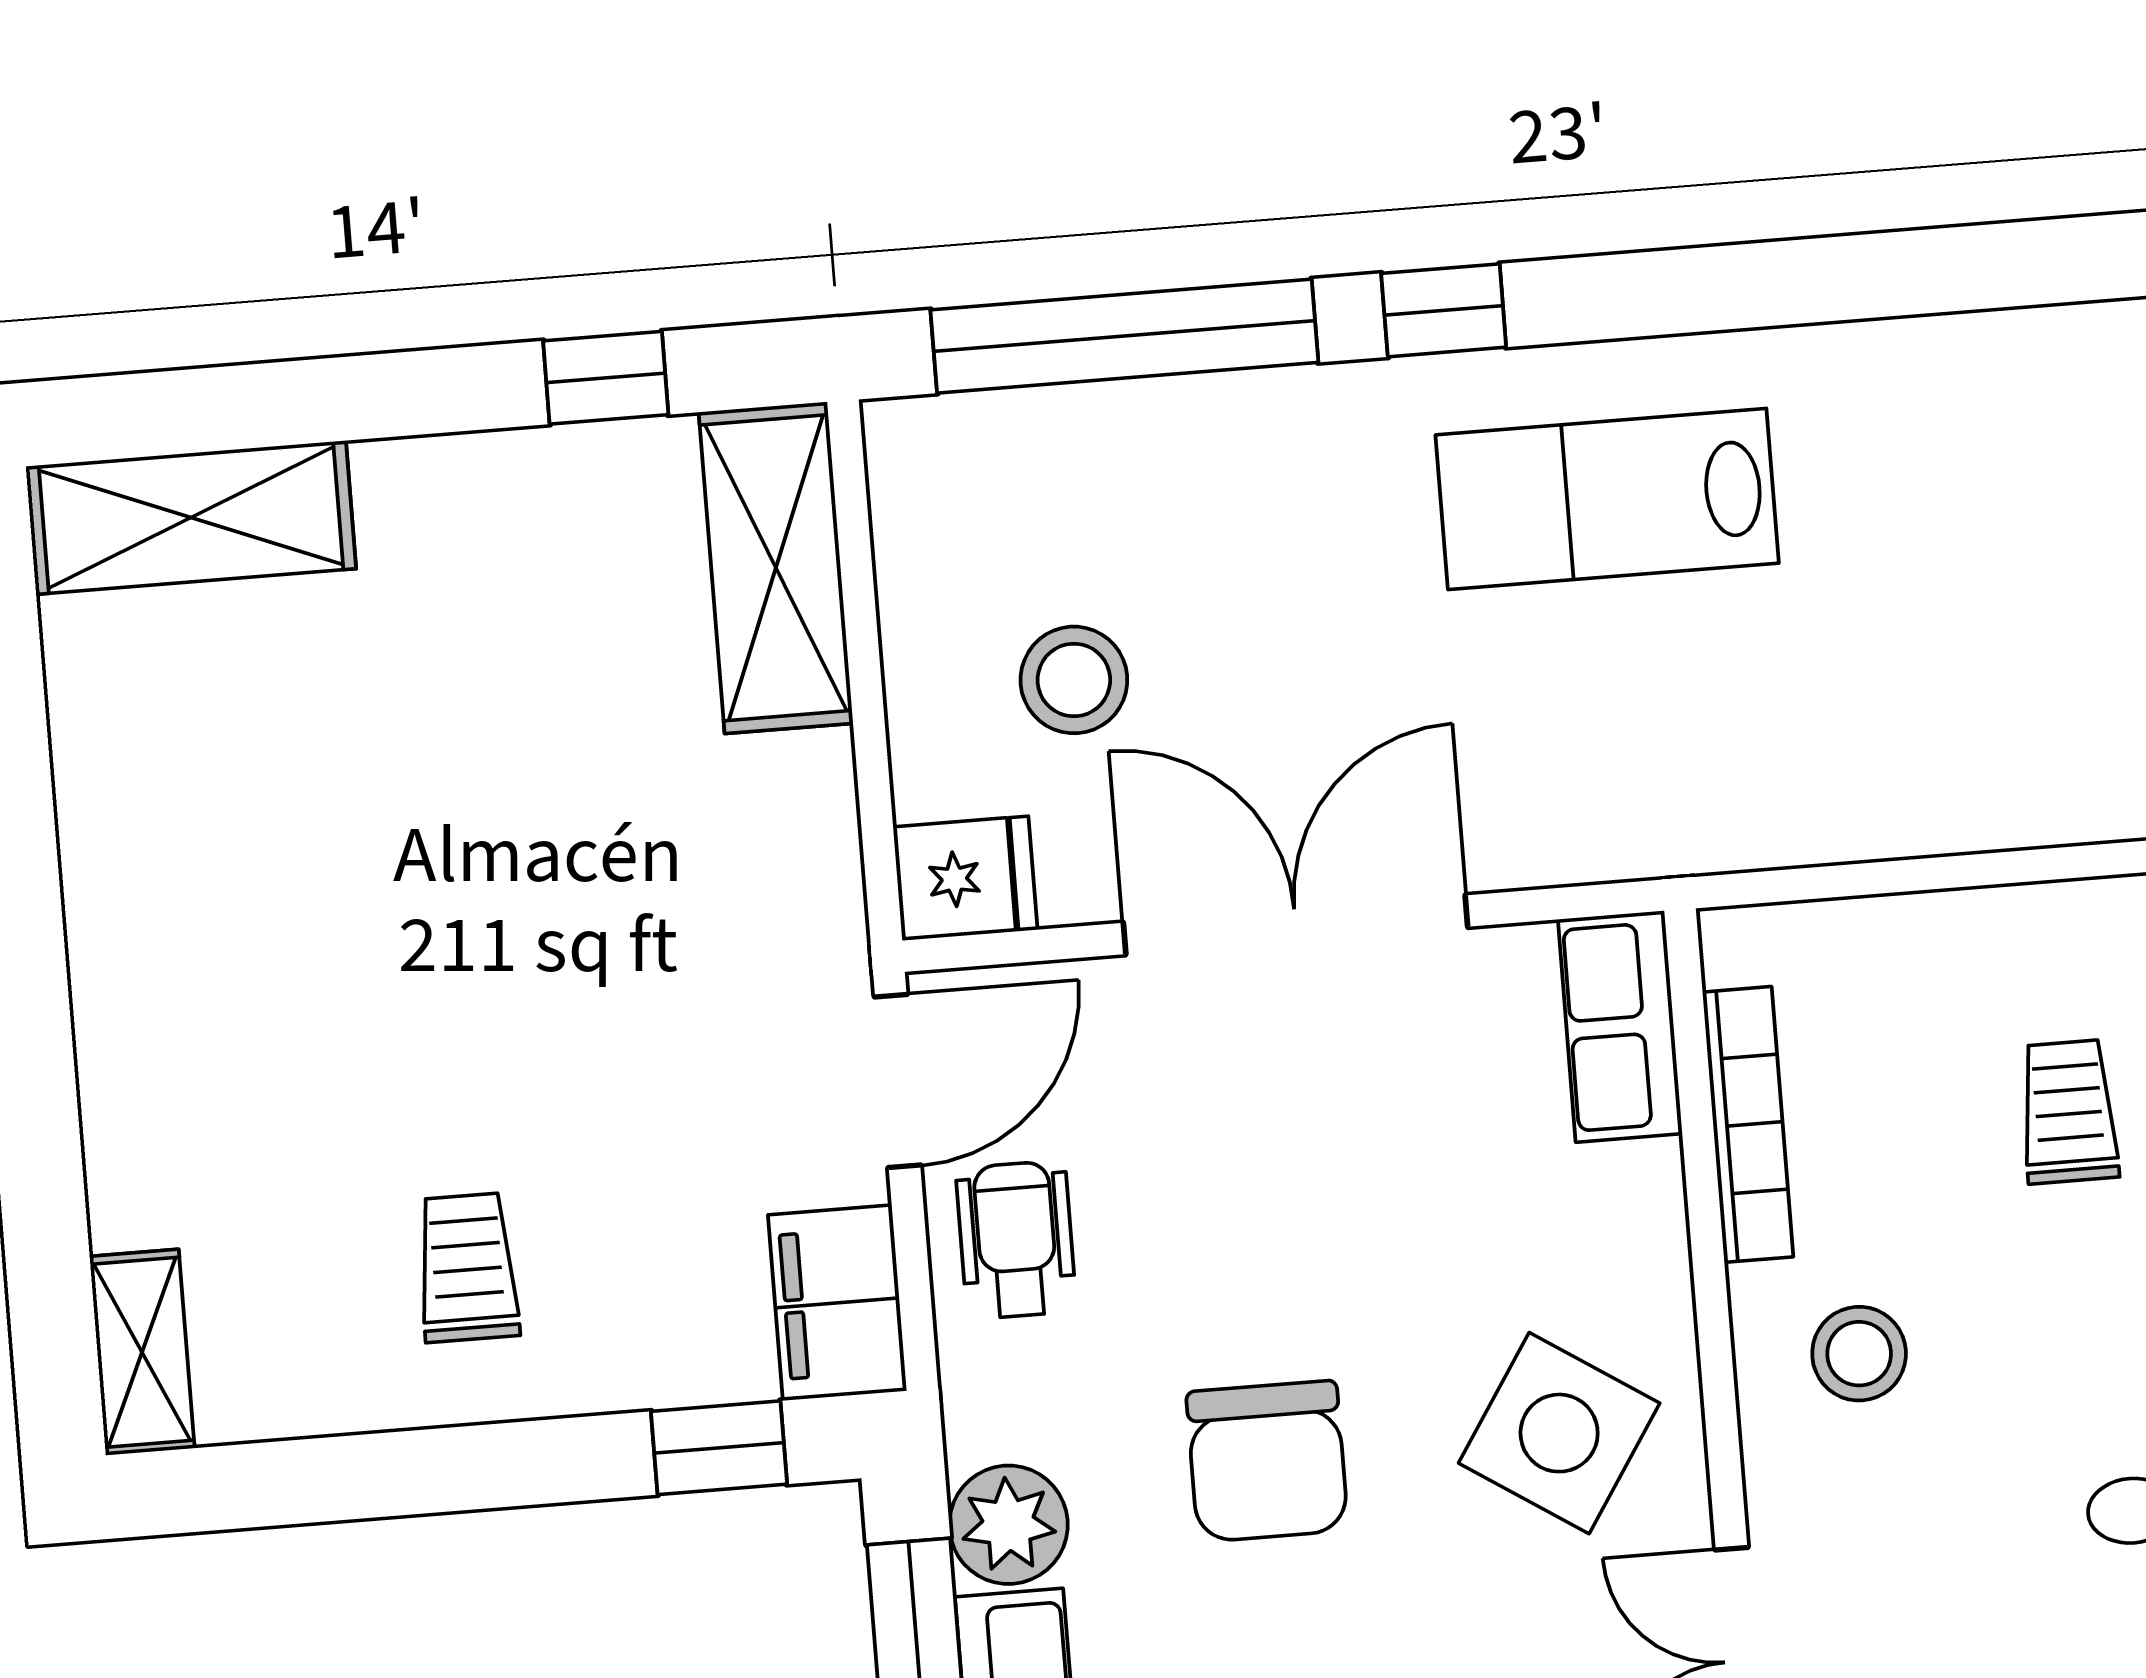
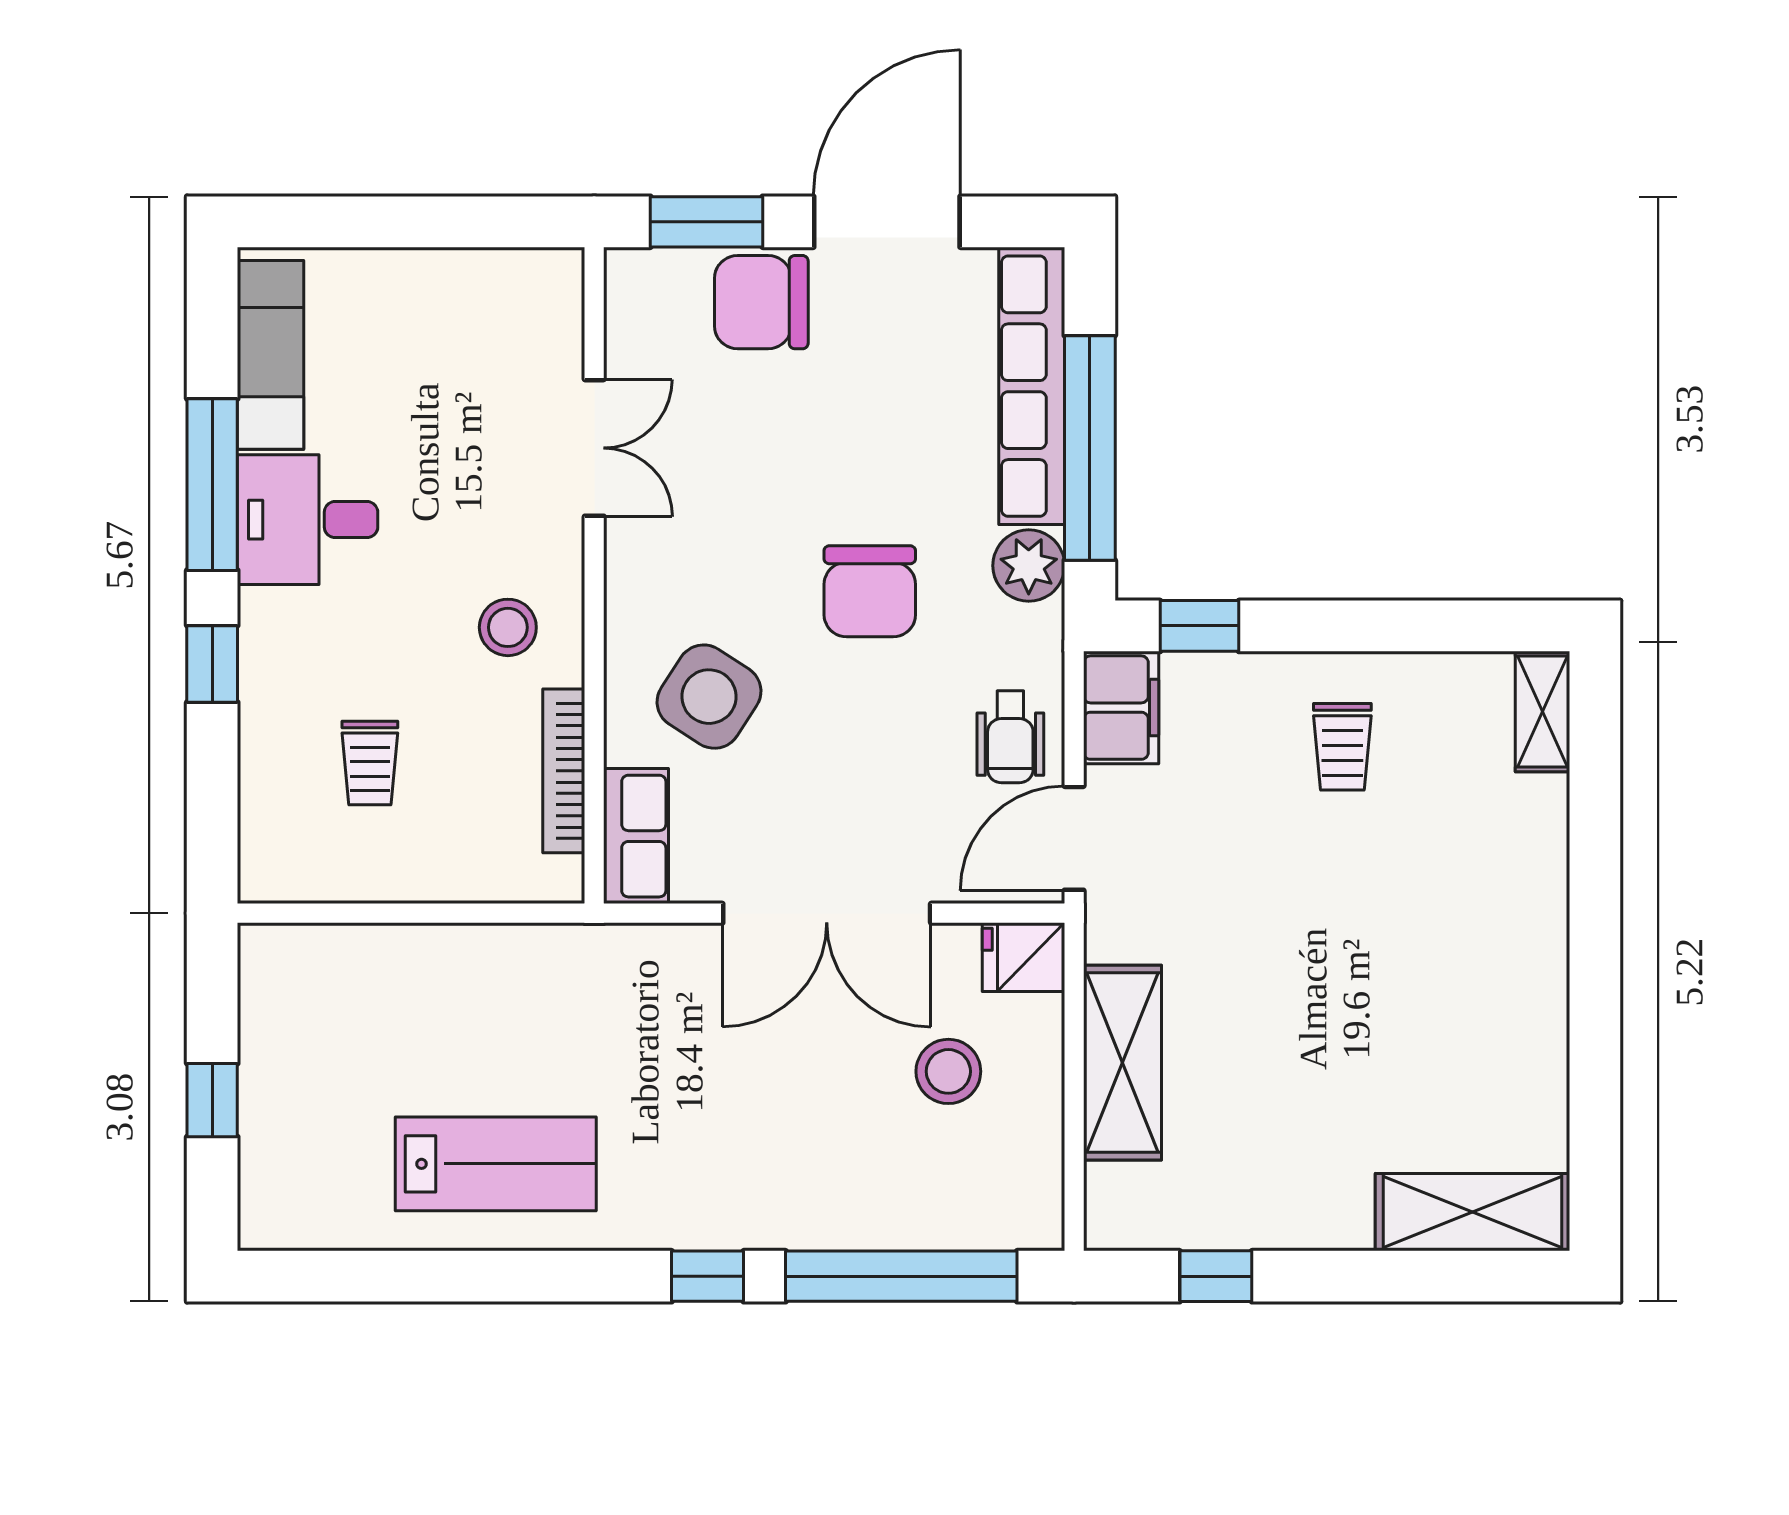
lab bench: (1607, 499) -> (496, 1164), moved
shelving: (776, 568) -> (1122, 1063), moved
side table: (1559, 1433) -> (709, 697), moved
chair: (1267, 1461) -> (870, 591), turned 180

